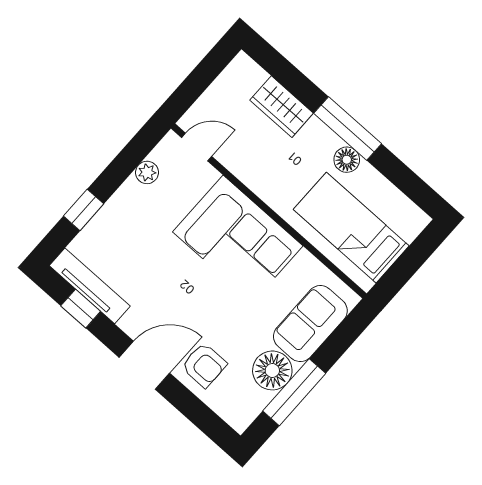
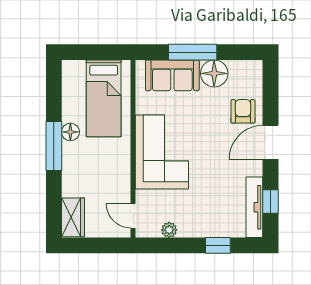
wardrobe: (282, 107) -> (73, 217), moved
door: (144, 365) -> (270, 142), hinge flipped
window: (294, 392) -> (193, 52), moved

